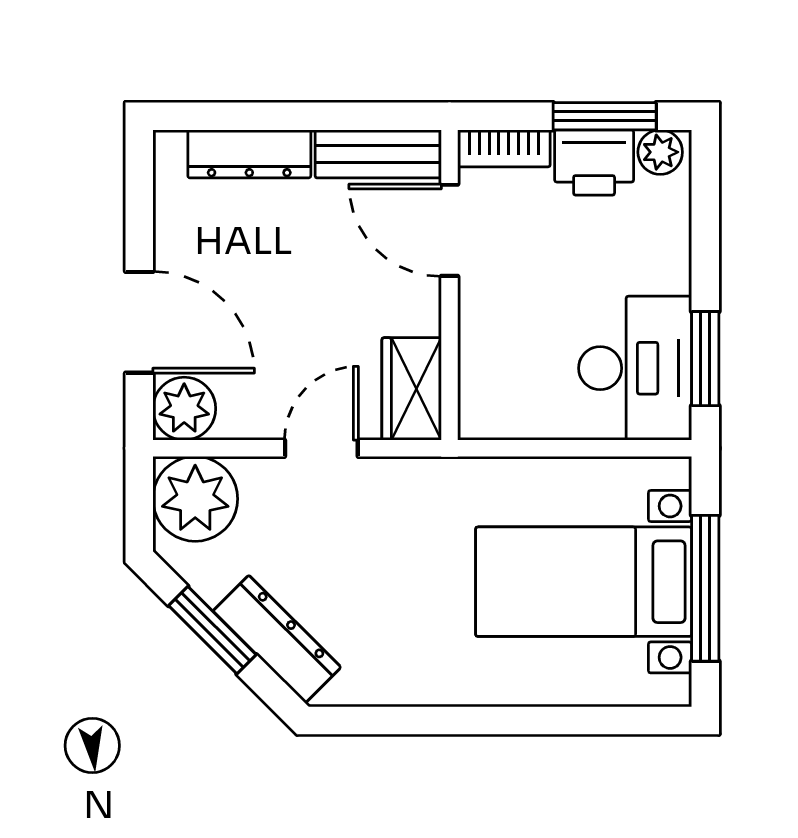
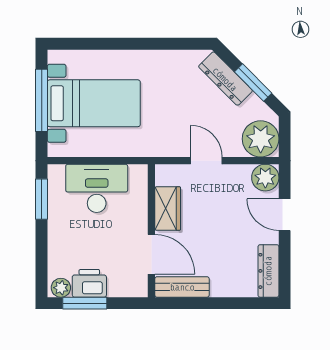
bookcase: (504, 148) -> (128, 289), removed
dresser: (249, 154) -> (268, 271), moved, turned -90
door: (139, 322) -> (285, 215), width x0.73
desk: (635, 368) -> (97, 188), moved, turned 90
wardrobe: (412, 389) -> (168, 208), moved
door: (321, 448) -> (206, 161), swing flipped

